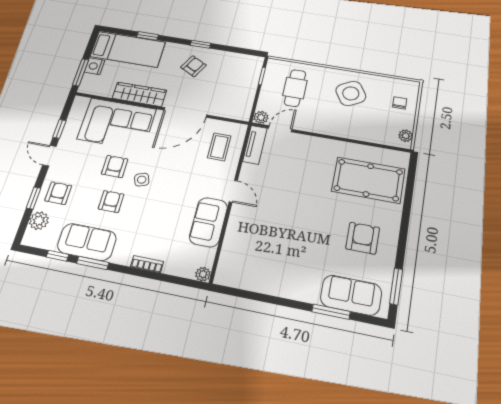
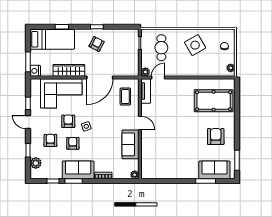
nightstand: (94, 66) -> (35, 71), moved
armchair: (58, 193) -> (50, 140), moved
sofa: (87, 242) -> (78, 170), moved

